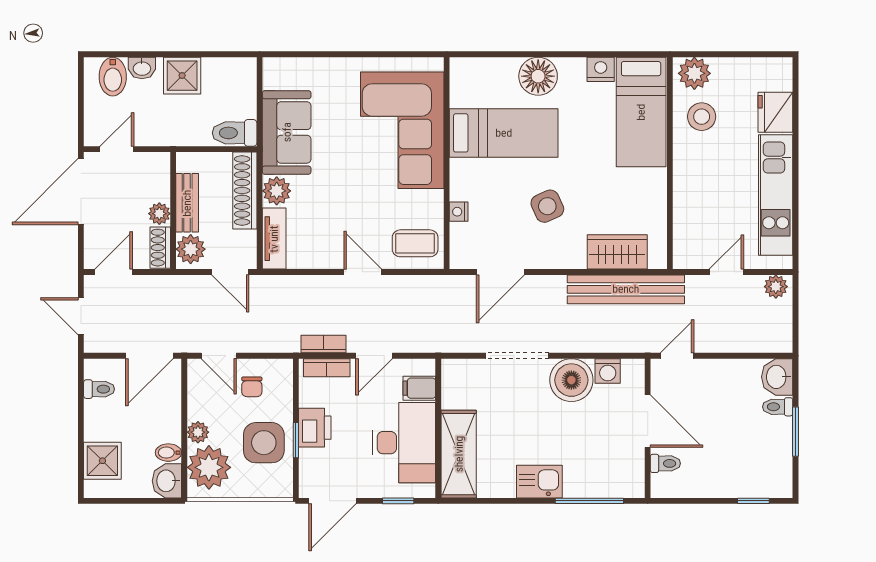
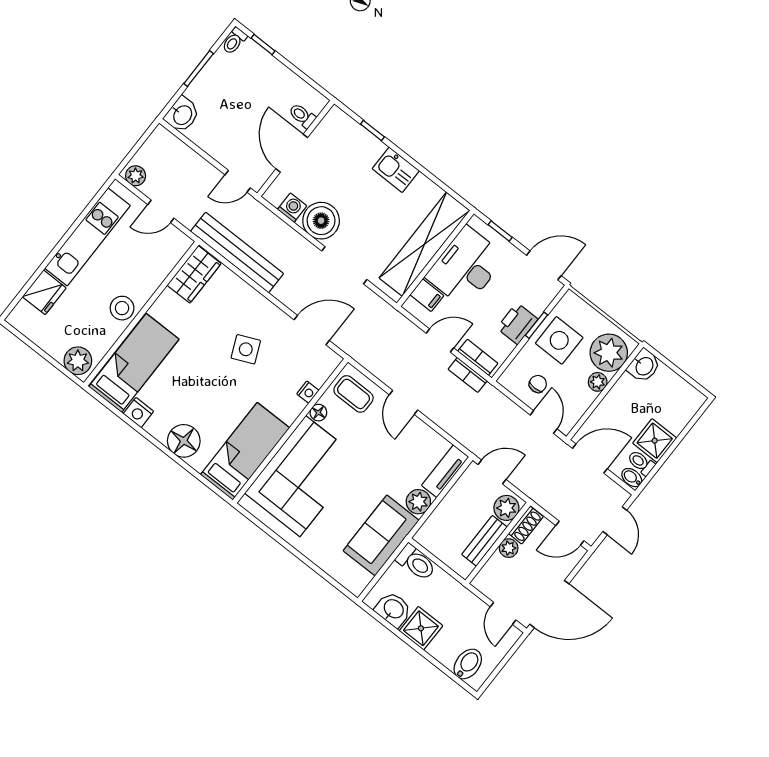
washbasin: (142, 68) -> (393, 609), moved, width x1.38, depth x1.45
stool: (702, 117) -> (122, 308), moved
bed: (504, 133) -> (245, 451), moved, turned 90
door: (117, 149) -> (503, 613), hinge flipped
shoe rack: (245, 190) -> (439, 519), removed
floor lamp: (434, 201) -> (318, 413), added
wardrobe: (617, 252) -> (194, 274), moved, turned -90
door: (230, 272) -> (492, 472), hinge flipped
toilet: (778, 407) -> (234, 41), moved, turned 90
bidet: (168, 453) -> (632, 478), moved, turned 180
shelving: (459, 454) -> (424, 244), width x1.47
shower: (102, 461) -> (655, 441), moved
window: (589, 501) -> (372, 131), width x0.46

